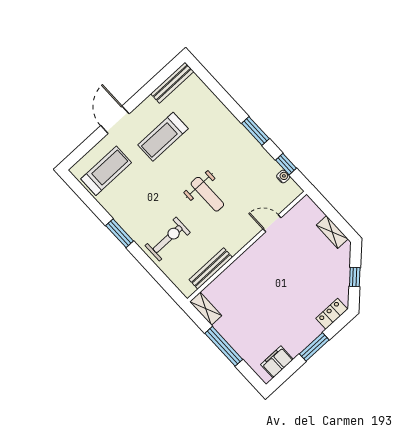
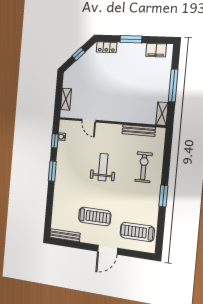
shelving: (332, 232) -> (66, 99), moved
exercise bike: (168, 239) -> (144, 167), turned 90

